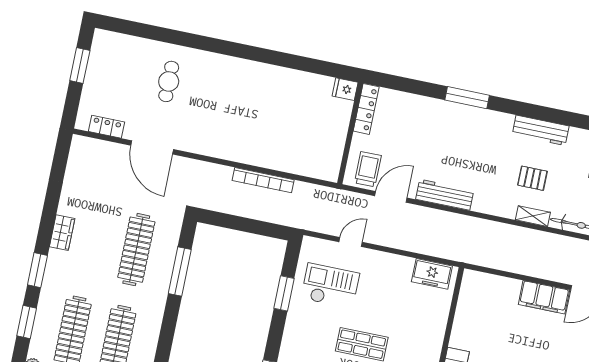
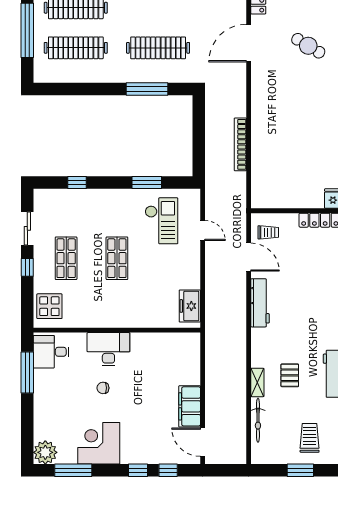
cafe table: (169, 81) -> (308, 46), turned 31
trolley: (368, 169) -> (268, 232), width x0.73, depth x0.72

